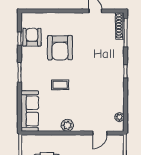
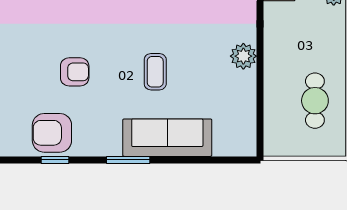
armchair: (60, 48) -> (75, 72), width x0.53, depth x0.53
sofa: (30, 111) -> (167, 138), moved

